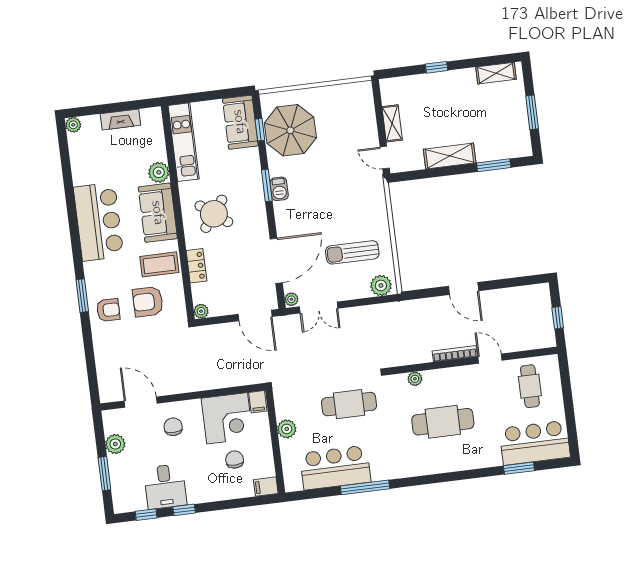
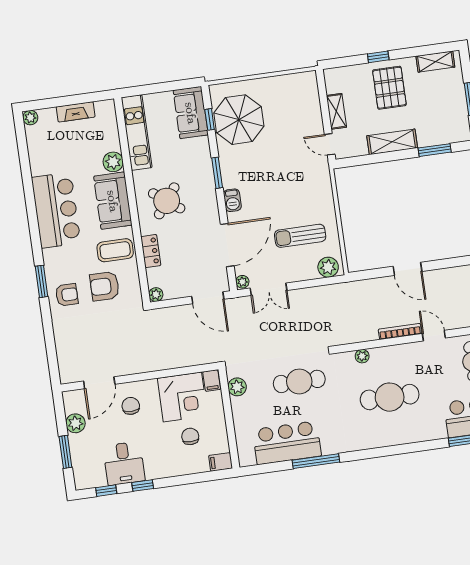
pallet: (448, 100) -> (389, 88), added
barbecue: (279, 189) -> (232, 200), moved
door: (141, 402) -> (99, 383), swing flipped
plant: (287, 429) -> (237, 387), moved

